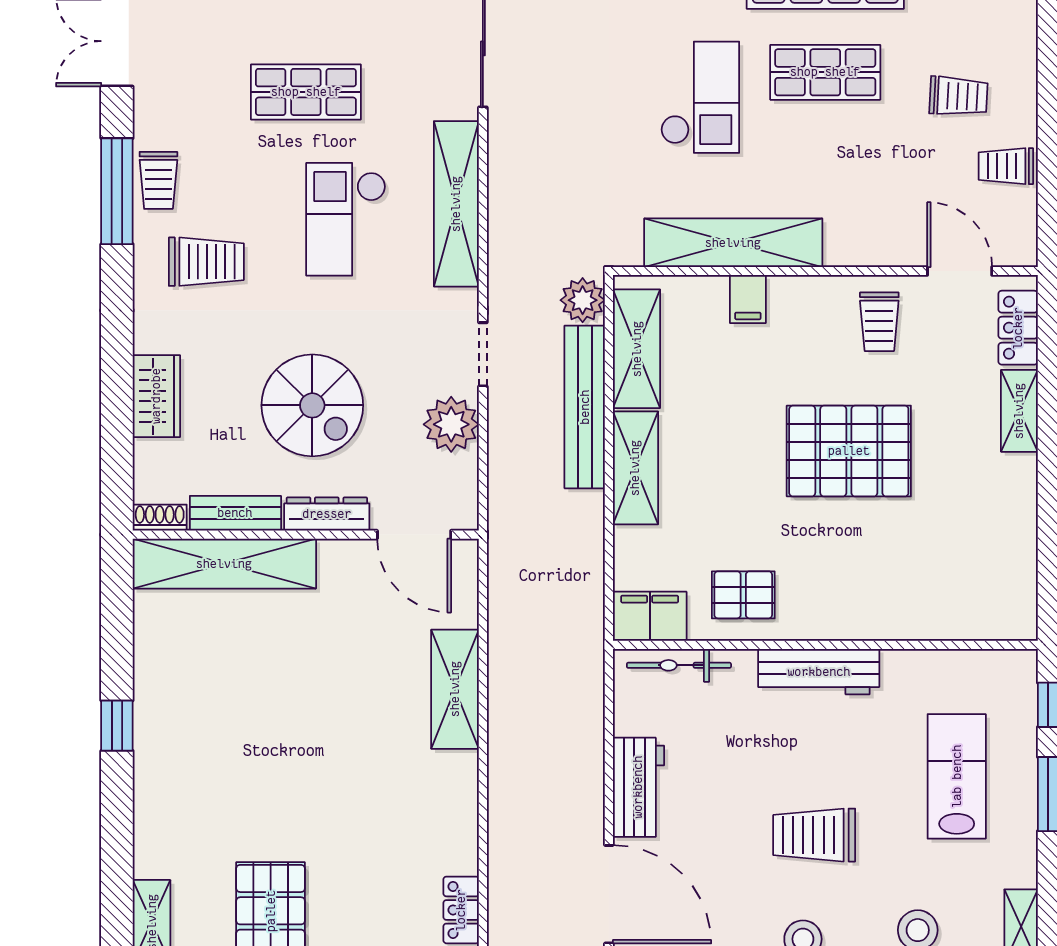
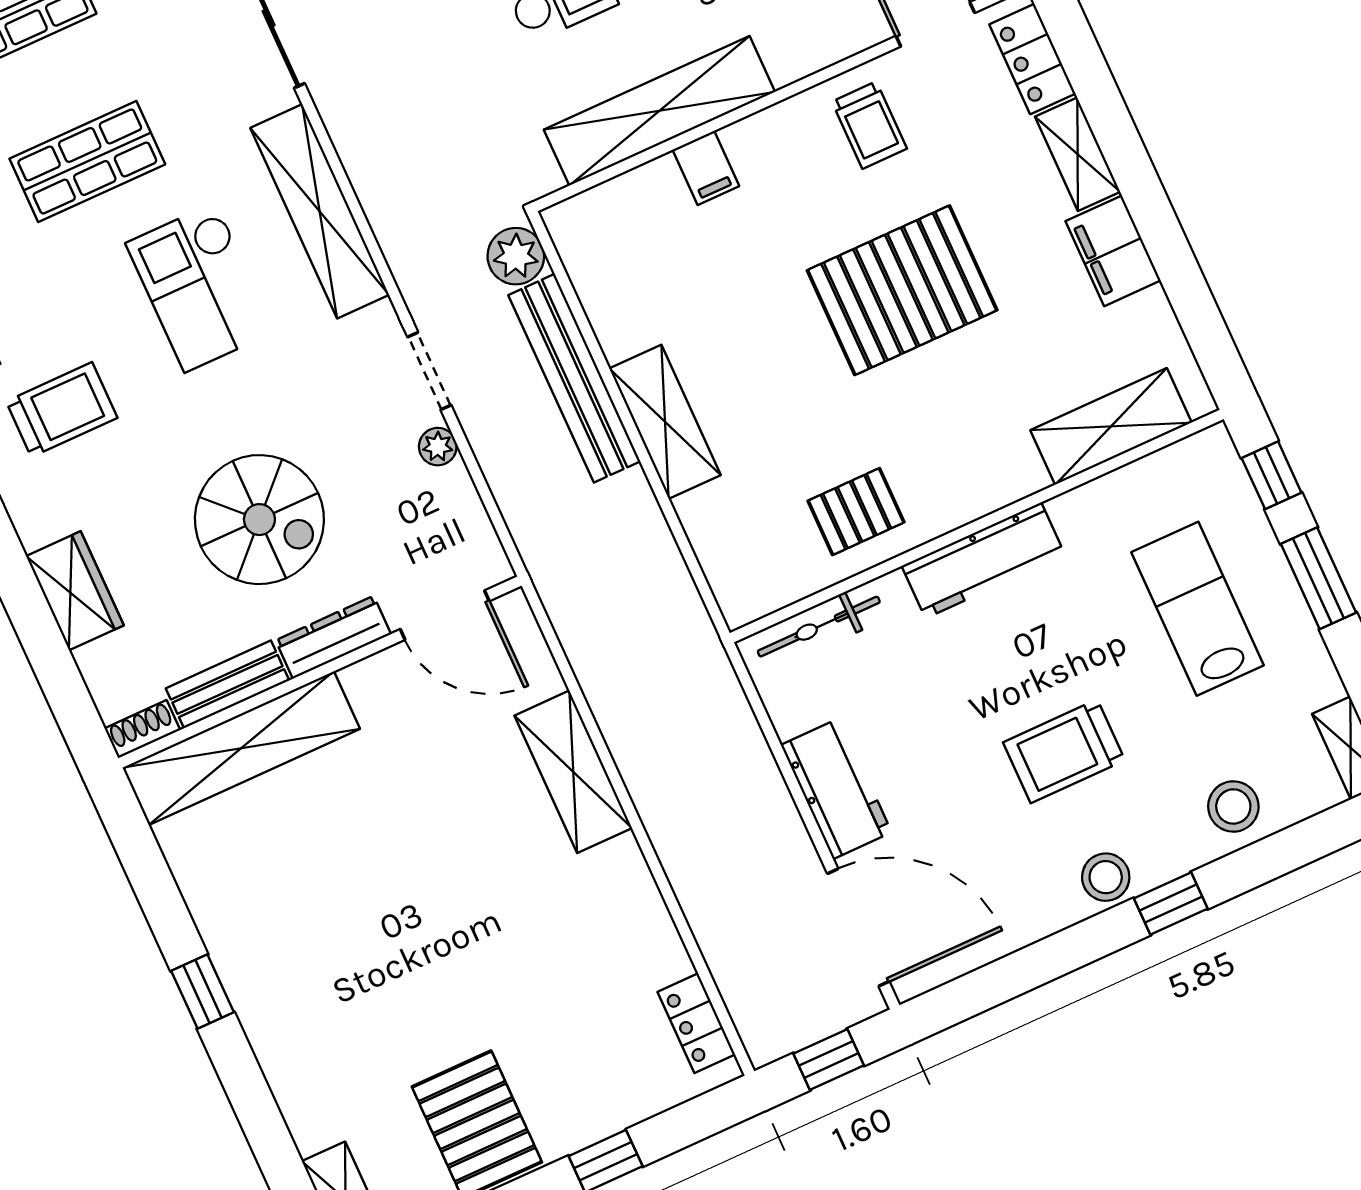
shelving: (637, 349) -> (1111, 426), moved, turned 90
plant: (451, 424) -> (438, 447), width x0.53, depth x0.53
filing cabinet: (650, 616) -> (1113, 251), moved, turned -90

